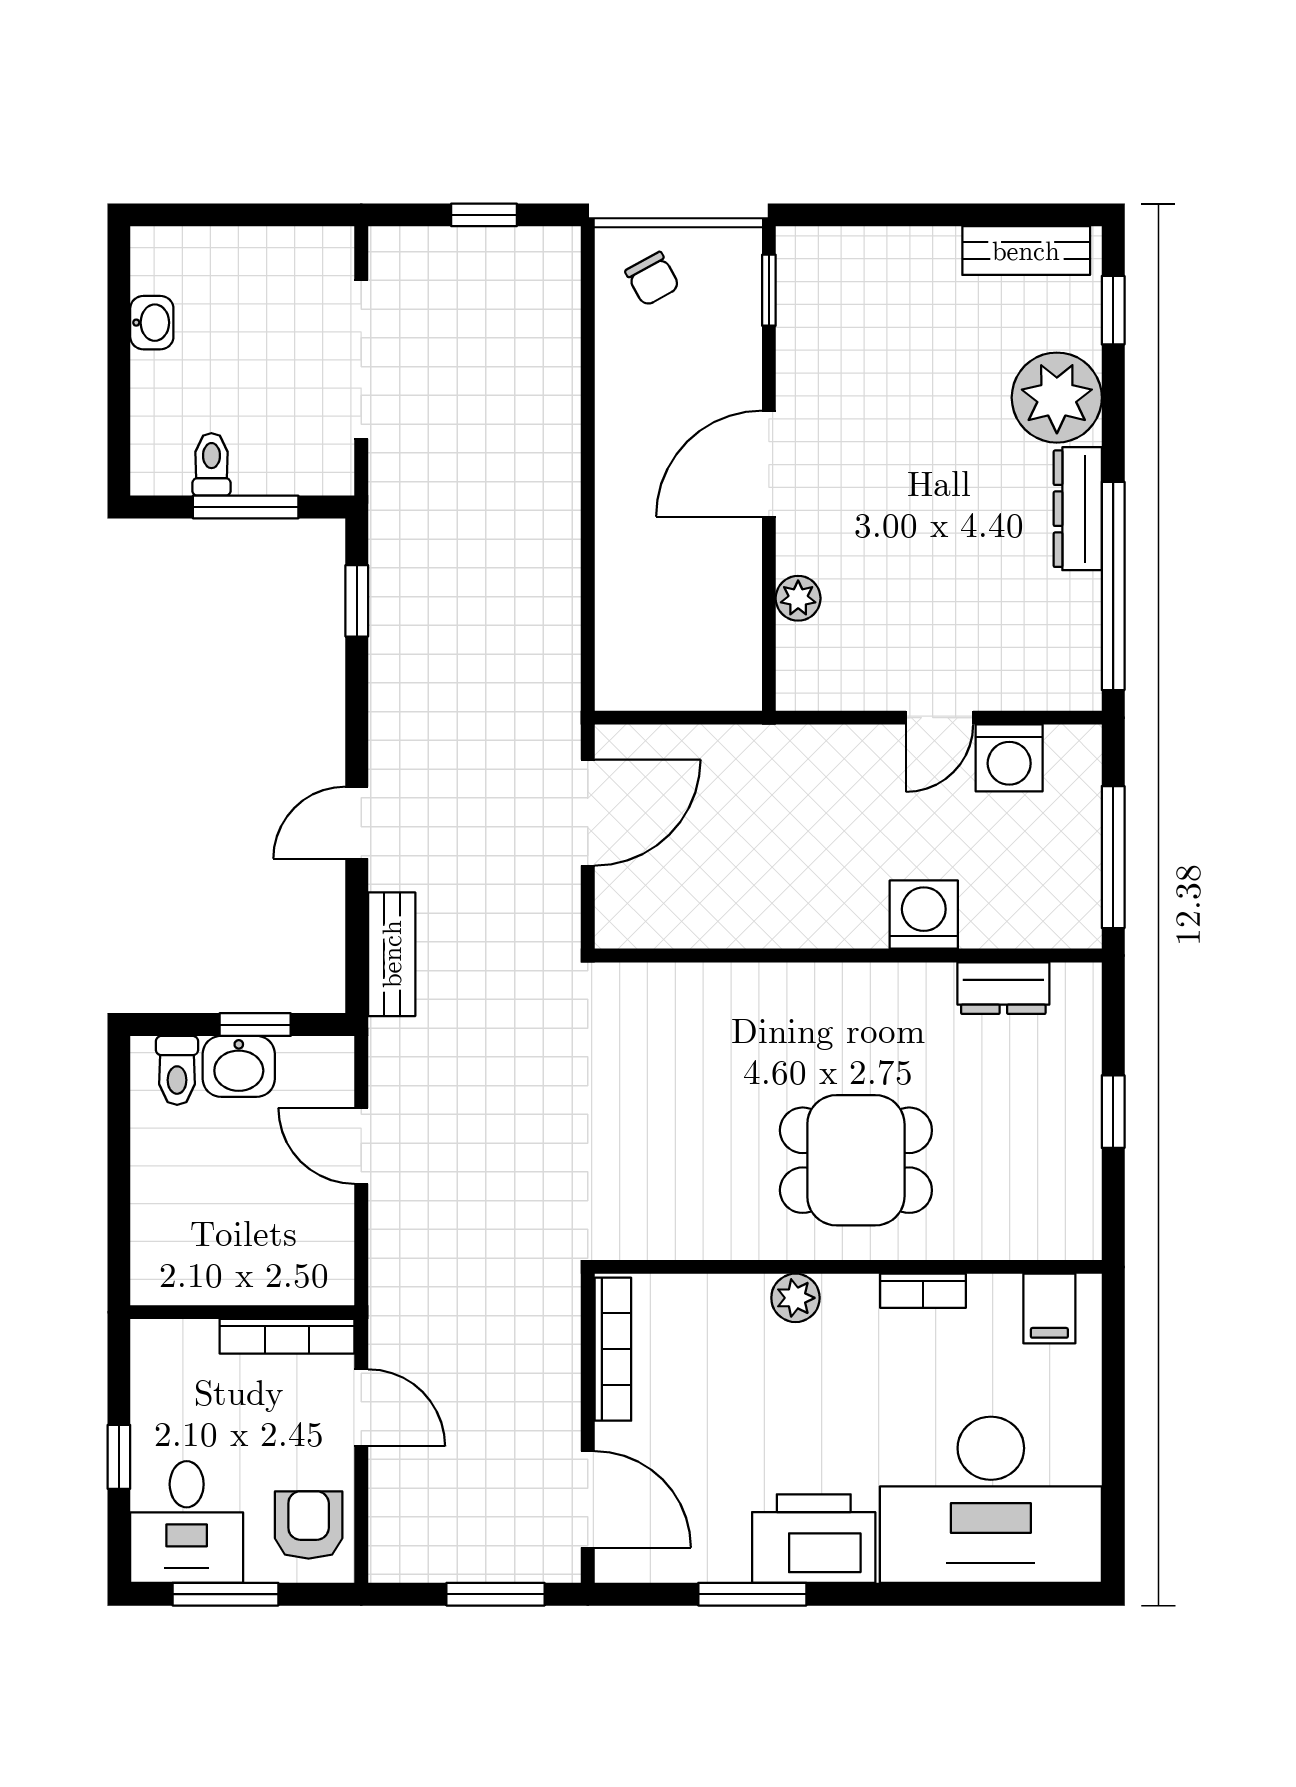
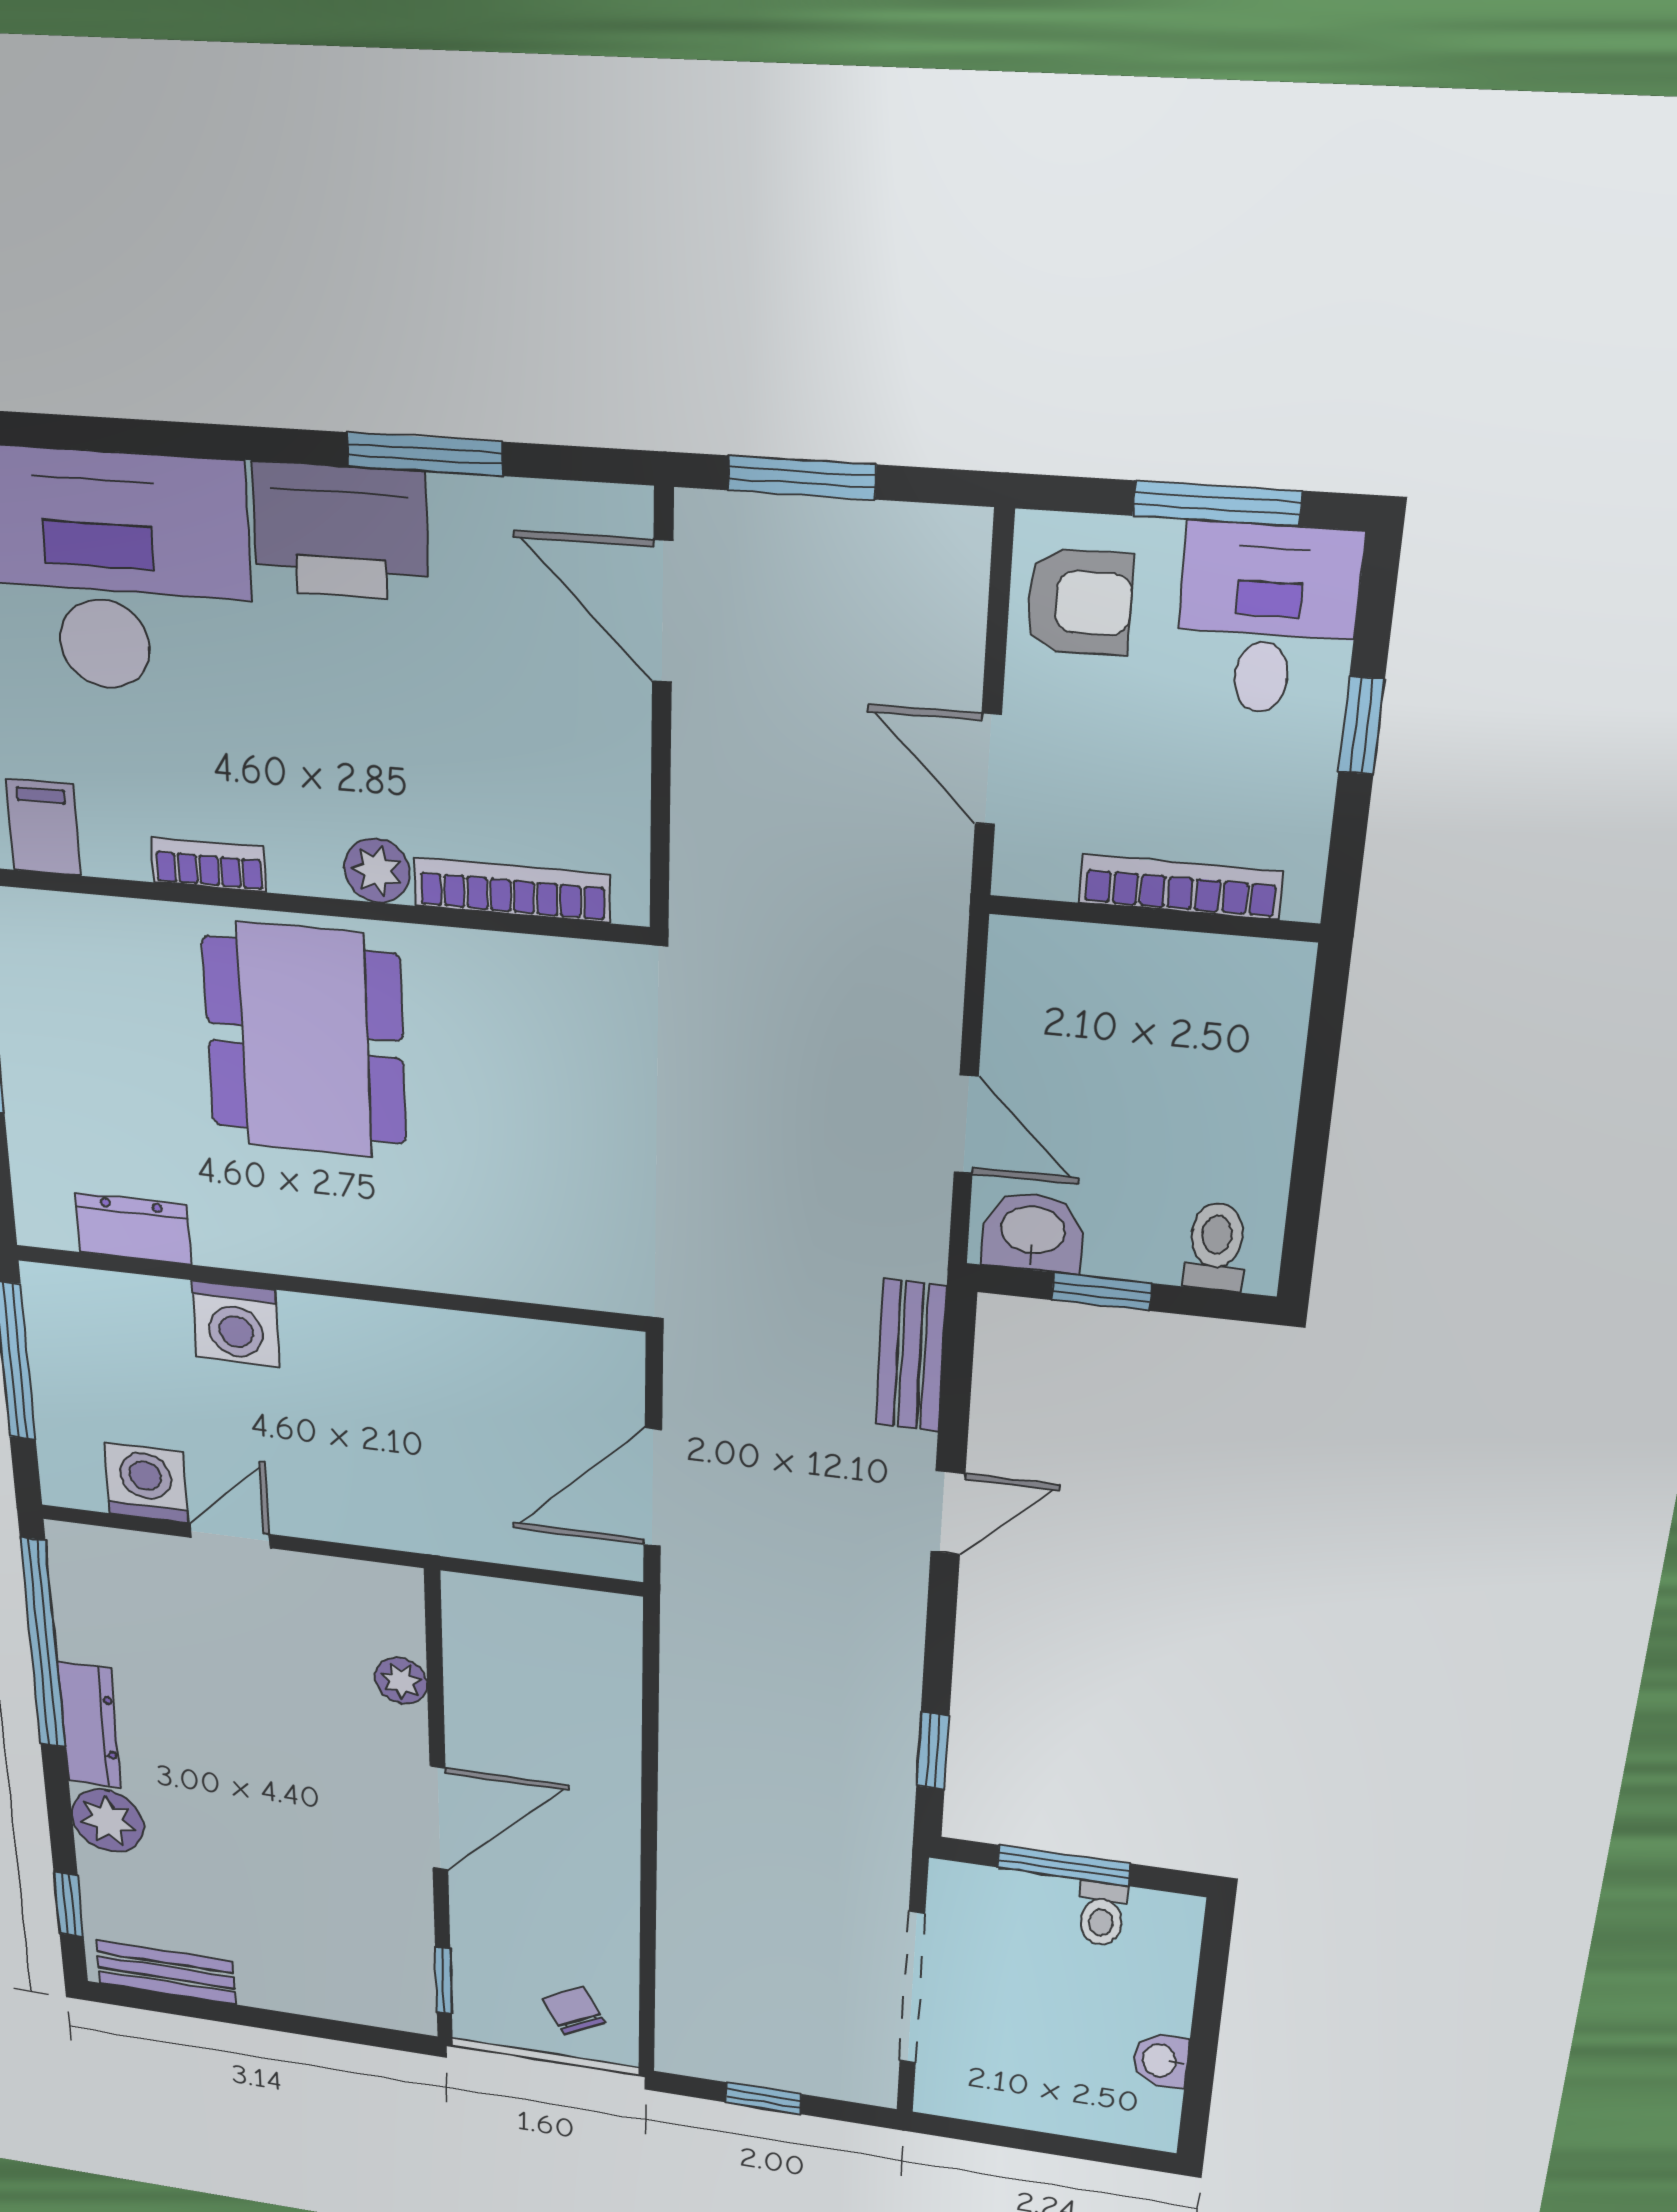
plant: (1057, 398) -> (108, 1821), width x0.73, depth x0.73
washbasin: (239, 1066) -> (1033, 1232), moved
dining table: (856, 1160) -> (305, 1041), width x1.38
bookcase: (287, 1336) -> (1181, 887), moved
bookcase: (613, 1349) -> (512, 890), moved, turned 90
armchair: (309, 1525) -> (1079, 602), turned -90

